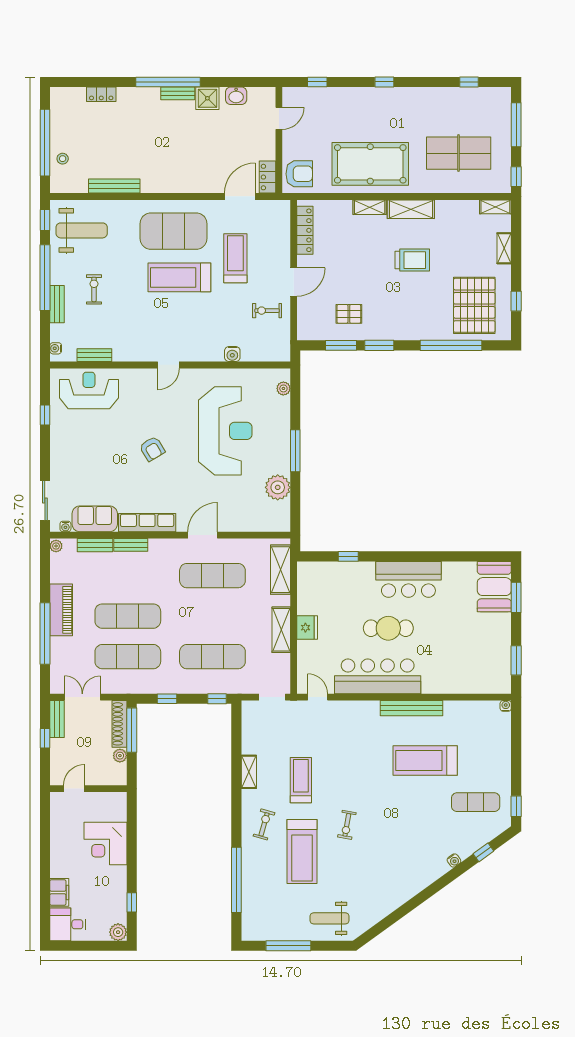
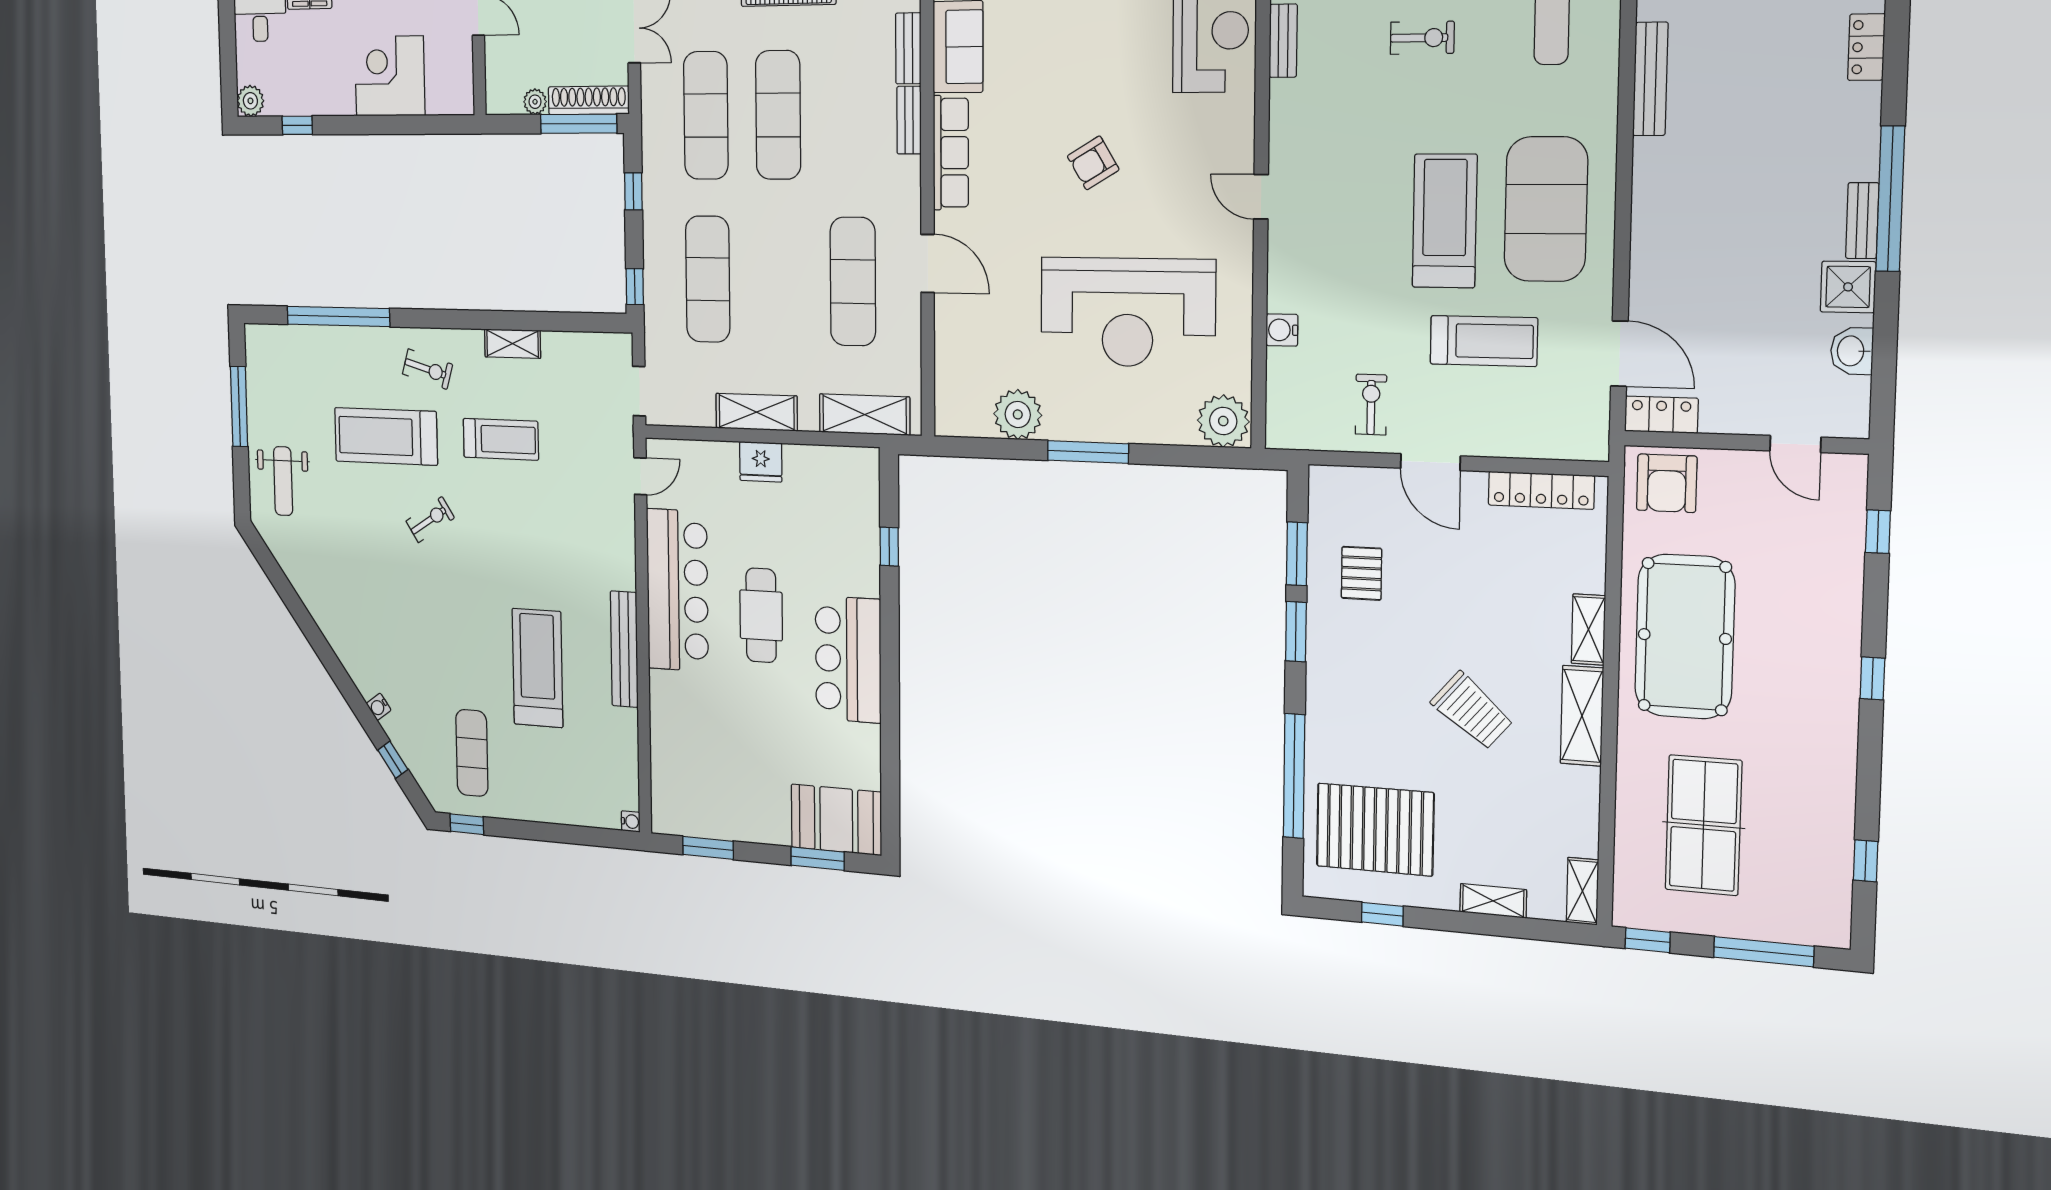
trolley: (412, 260) -> (1472, 711), turned -50
plant: (283, 388) -> (1223, 421), width x1.88, depth x1.88
exercise bike: (347, 825) -> (430, 520), turned 137
weight bench: (330, 918) -> (283, 481), turned 180

